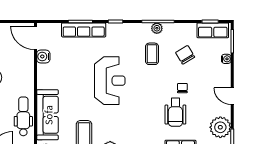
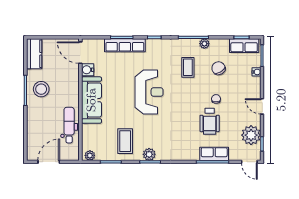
plant: (157, 28) -> (204, 44), moved
sofa: (48, 115) -> (91, 100), moved

